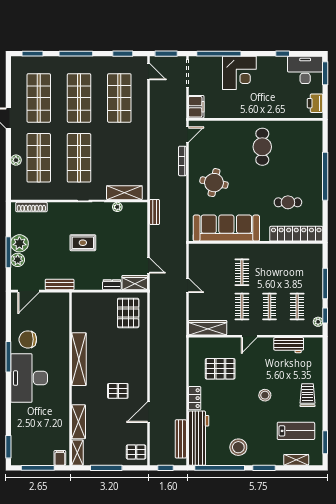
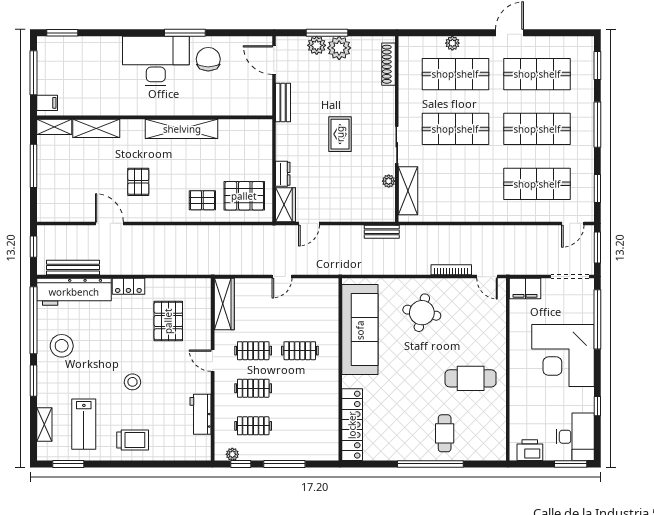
corner desk: (239, 73) -> (563, 355), width x1.36, depth x1.36
cafe table: (288, 202) -> (445, 433), moved
pallet: (136, 452) -> (202, 200), moved, turned 90

